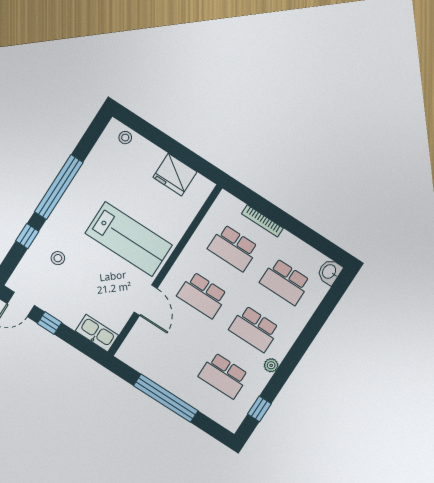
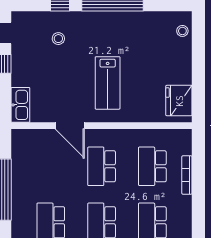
fridge: (175, 175) -> (179, 101), moved
lab bench: (129, 239) -> (108, 83), width x0.73, depth x0.72
door: (146, 300) -> (70, 126), hinge flipped

